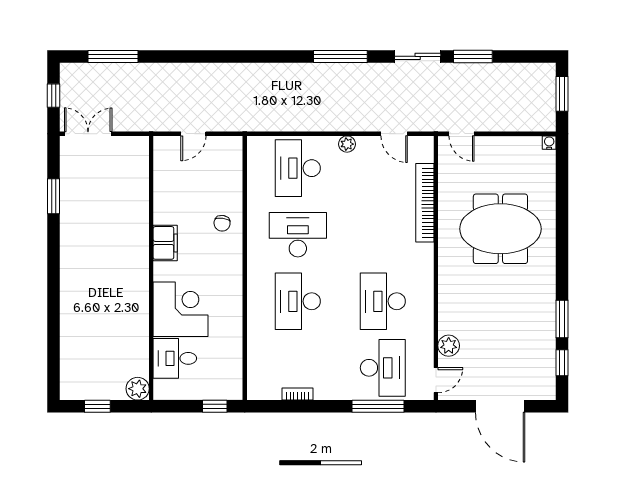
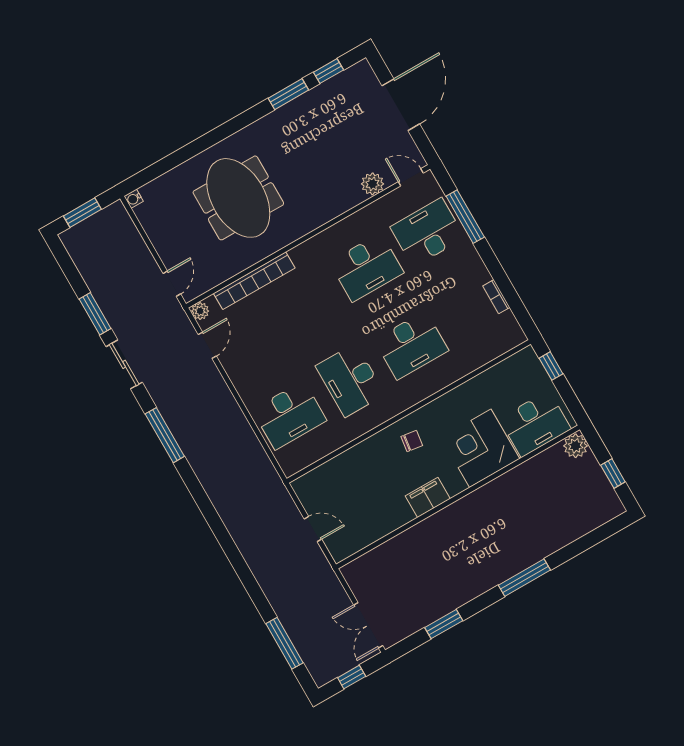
plant: (347, 144) -> (200, 311), moved
chair: (222, 223) -> (412, 441), moved
window: (54, 284) -> (524, 578), added
desk: (175, 358) -> (535, 424), width x1.37

